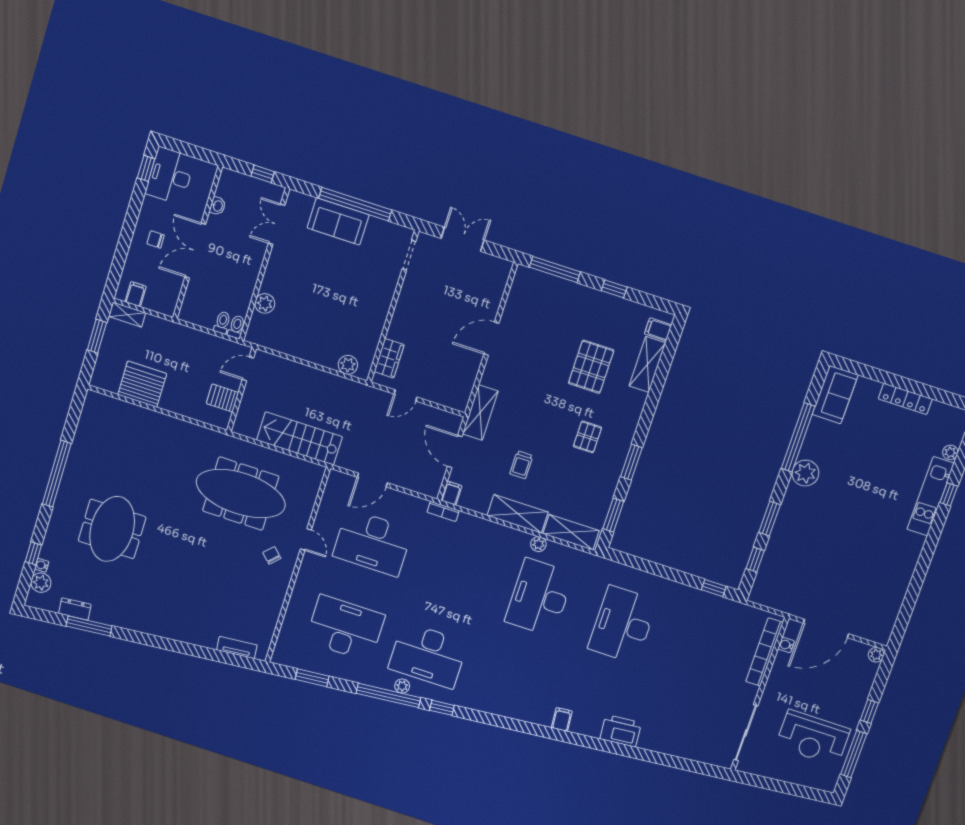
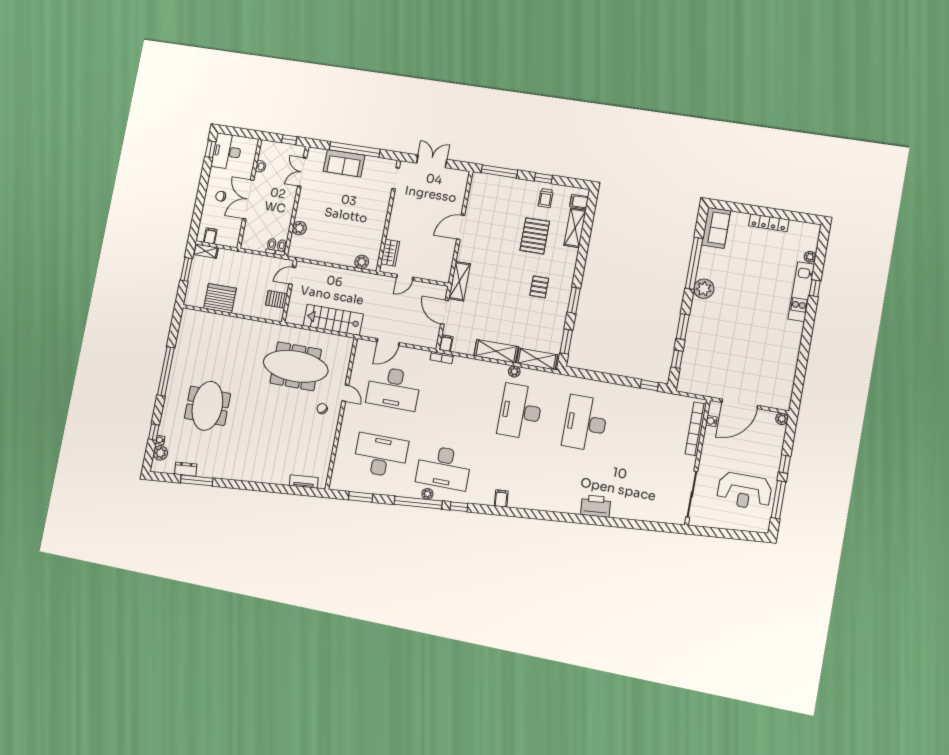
trolley: (521, 465) -> (546, 198), moved
filing cabinet: (562, 719) -> (501, 498), moved

